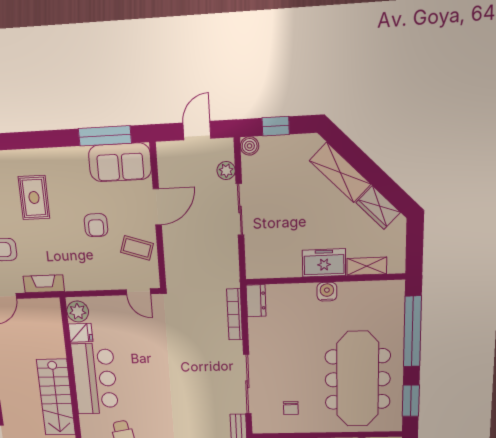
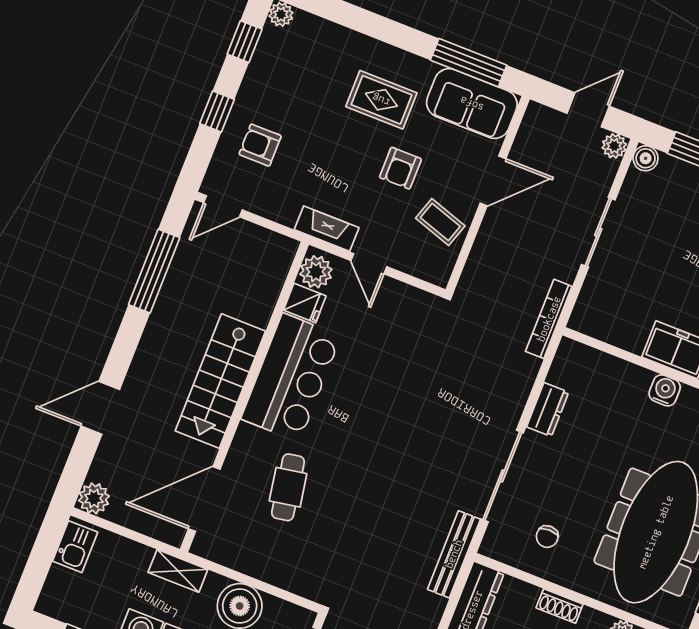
plant: (226, 171) -> (614, 146), moved
rug: (34, 197) -> (381, 100), moved, turned 90
fireplace: (44, 284) -> (327, 229), moved
door: (138, 292) -> (369, 264), moved
dresser: (256, 301) -> (548, 410), moved
bookcase: (235, 314) -> (549, 319), moved

